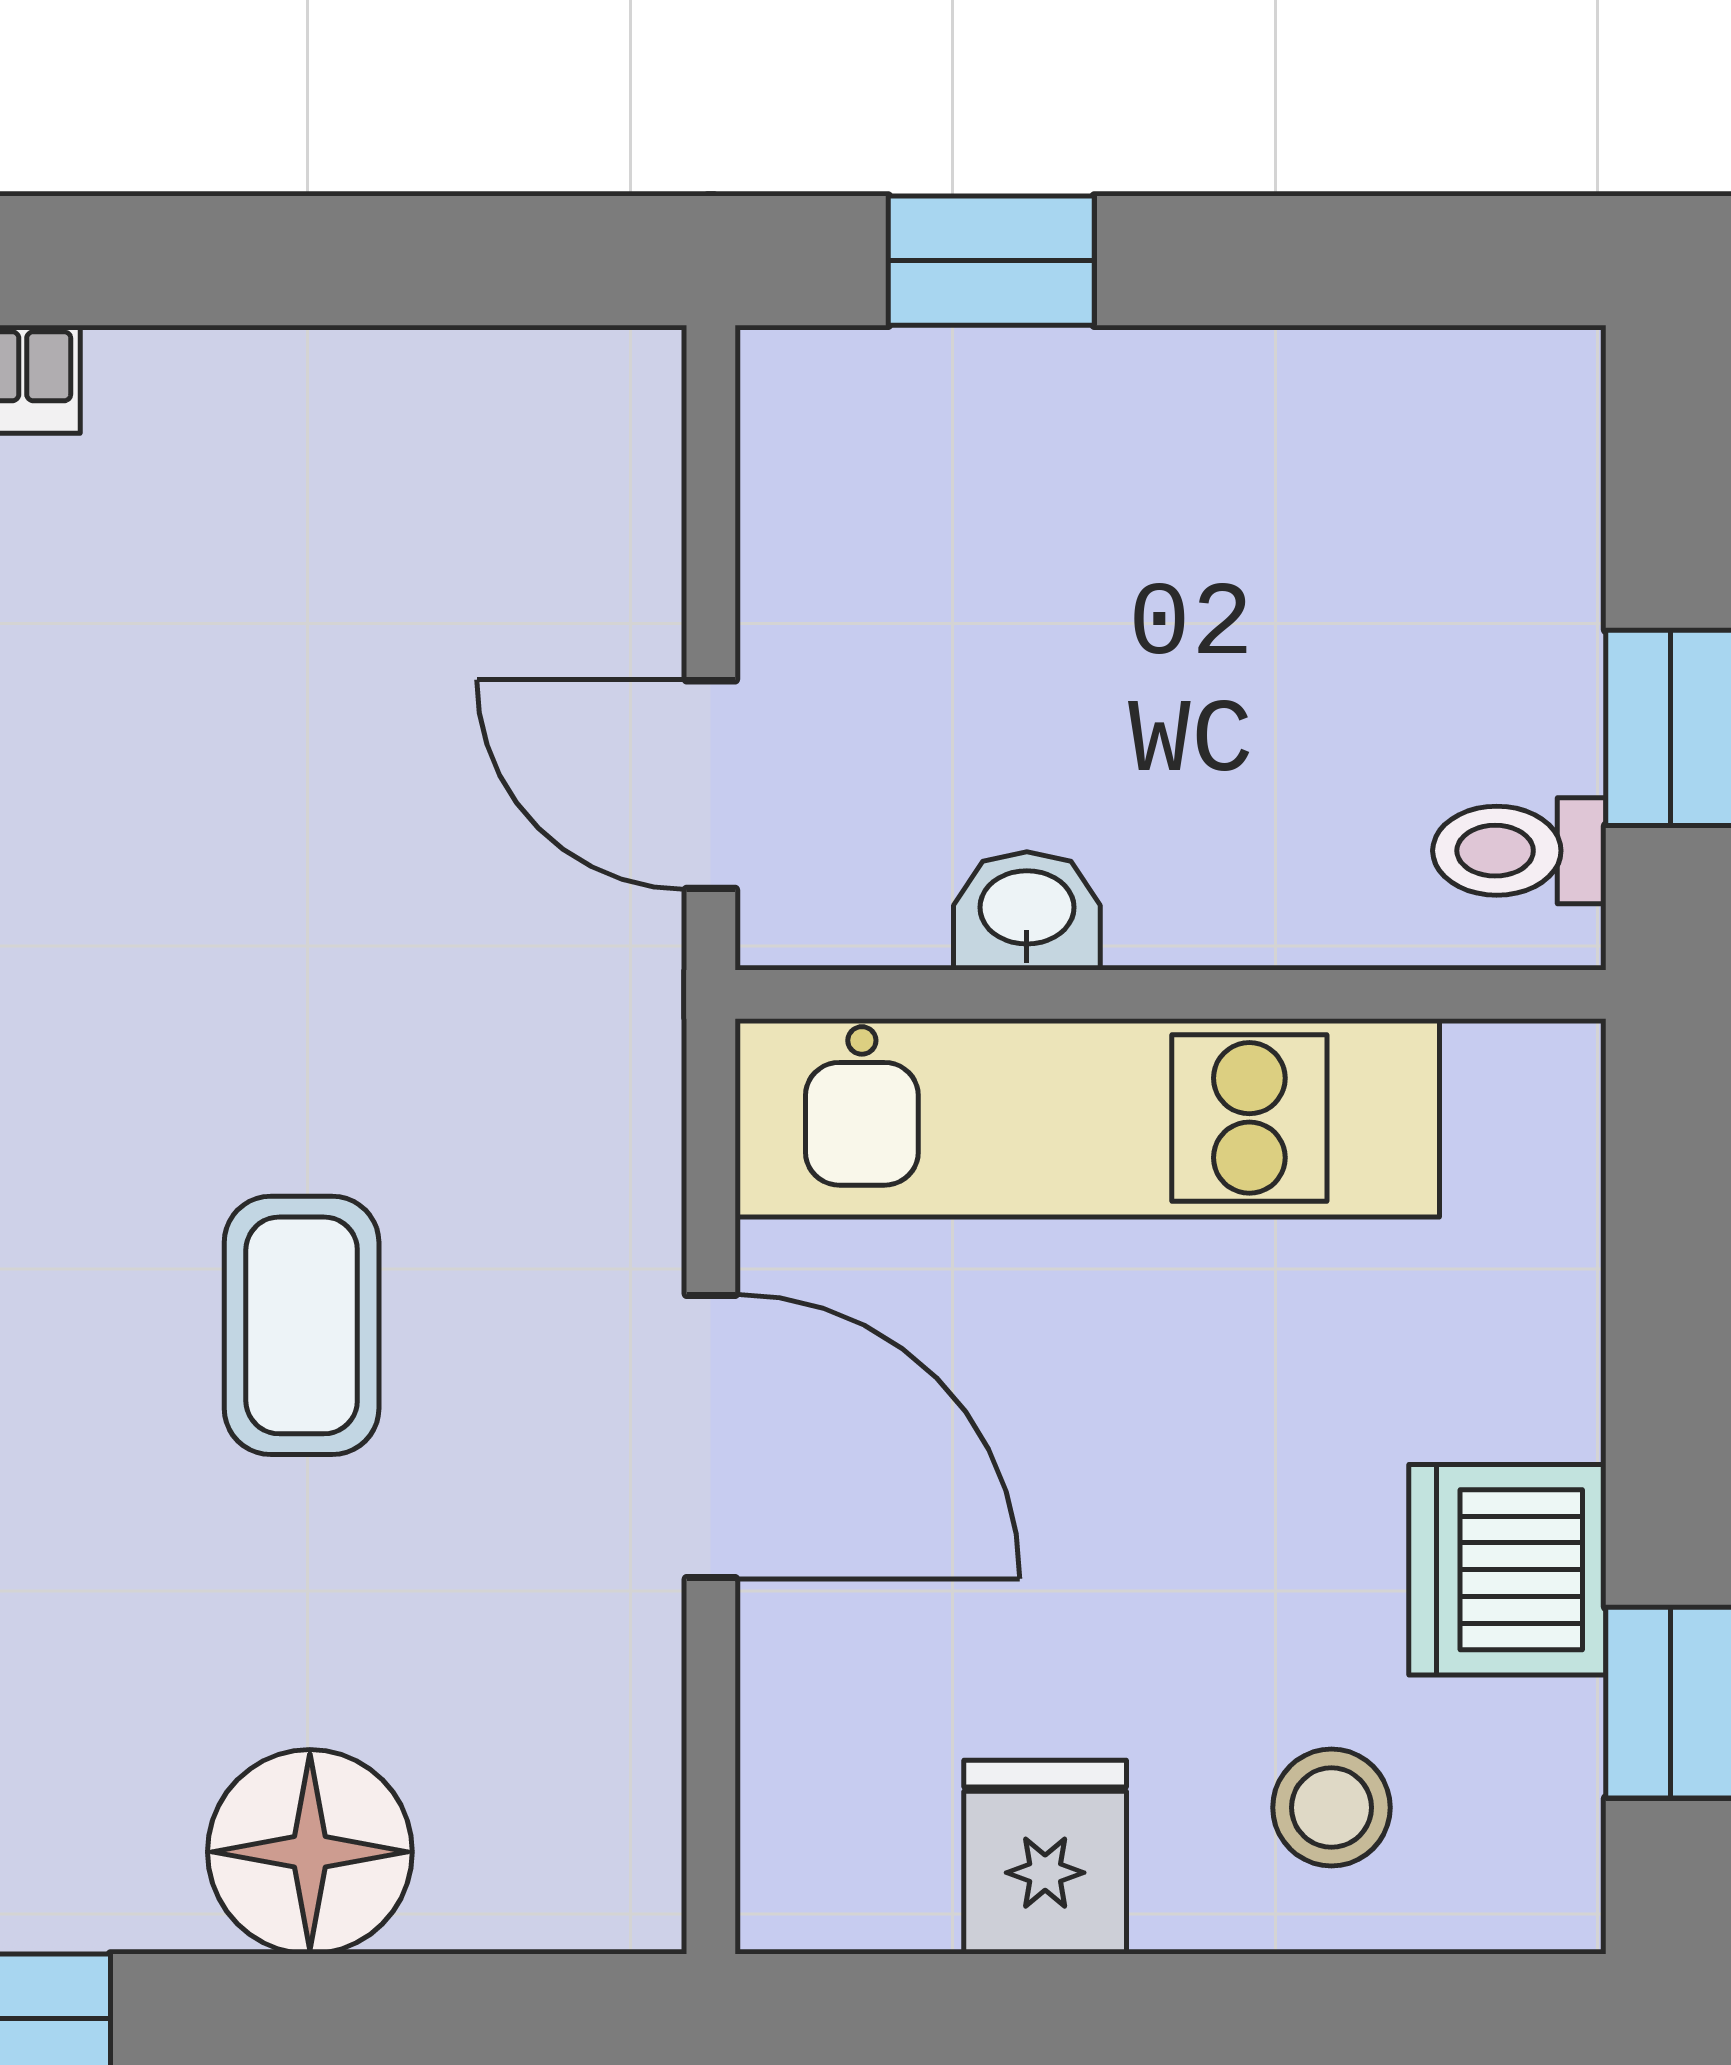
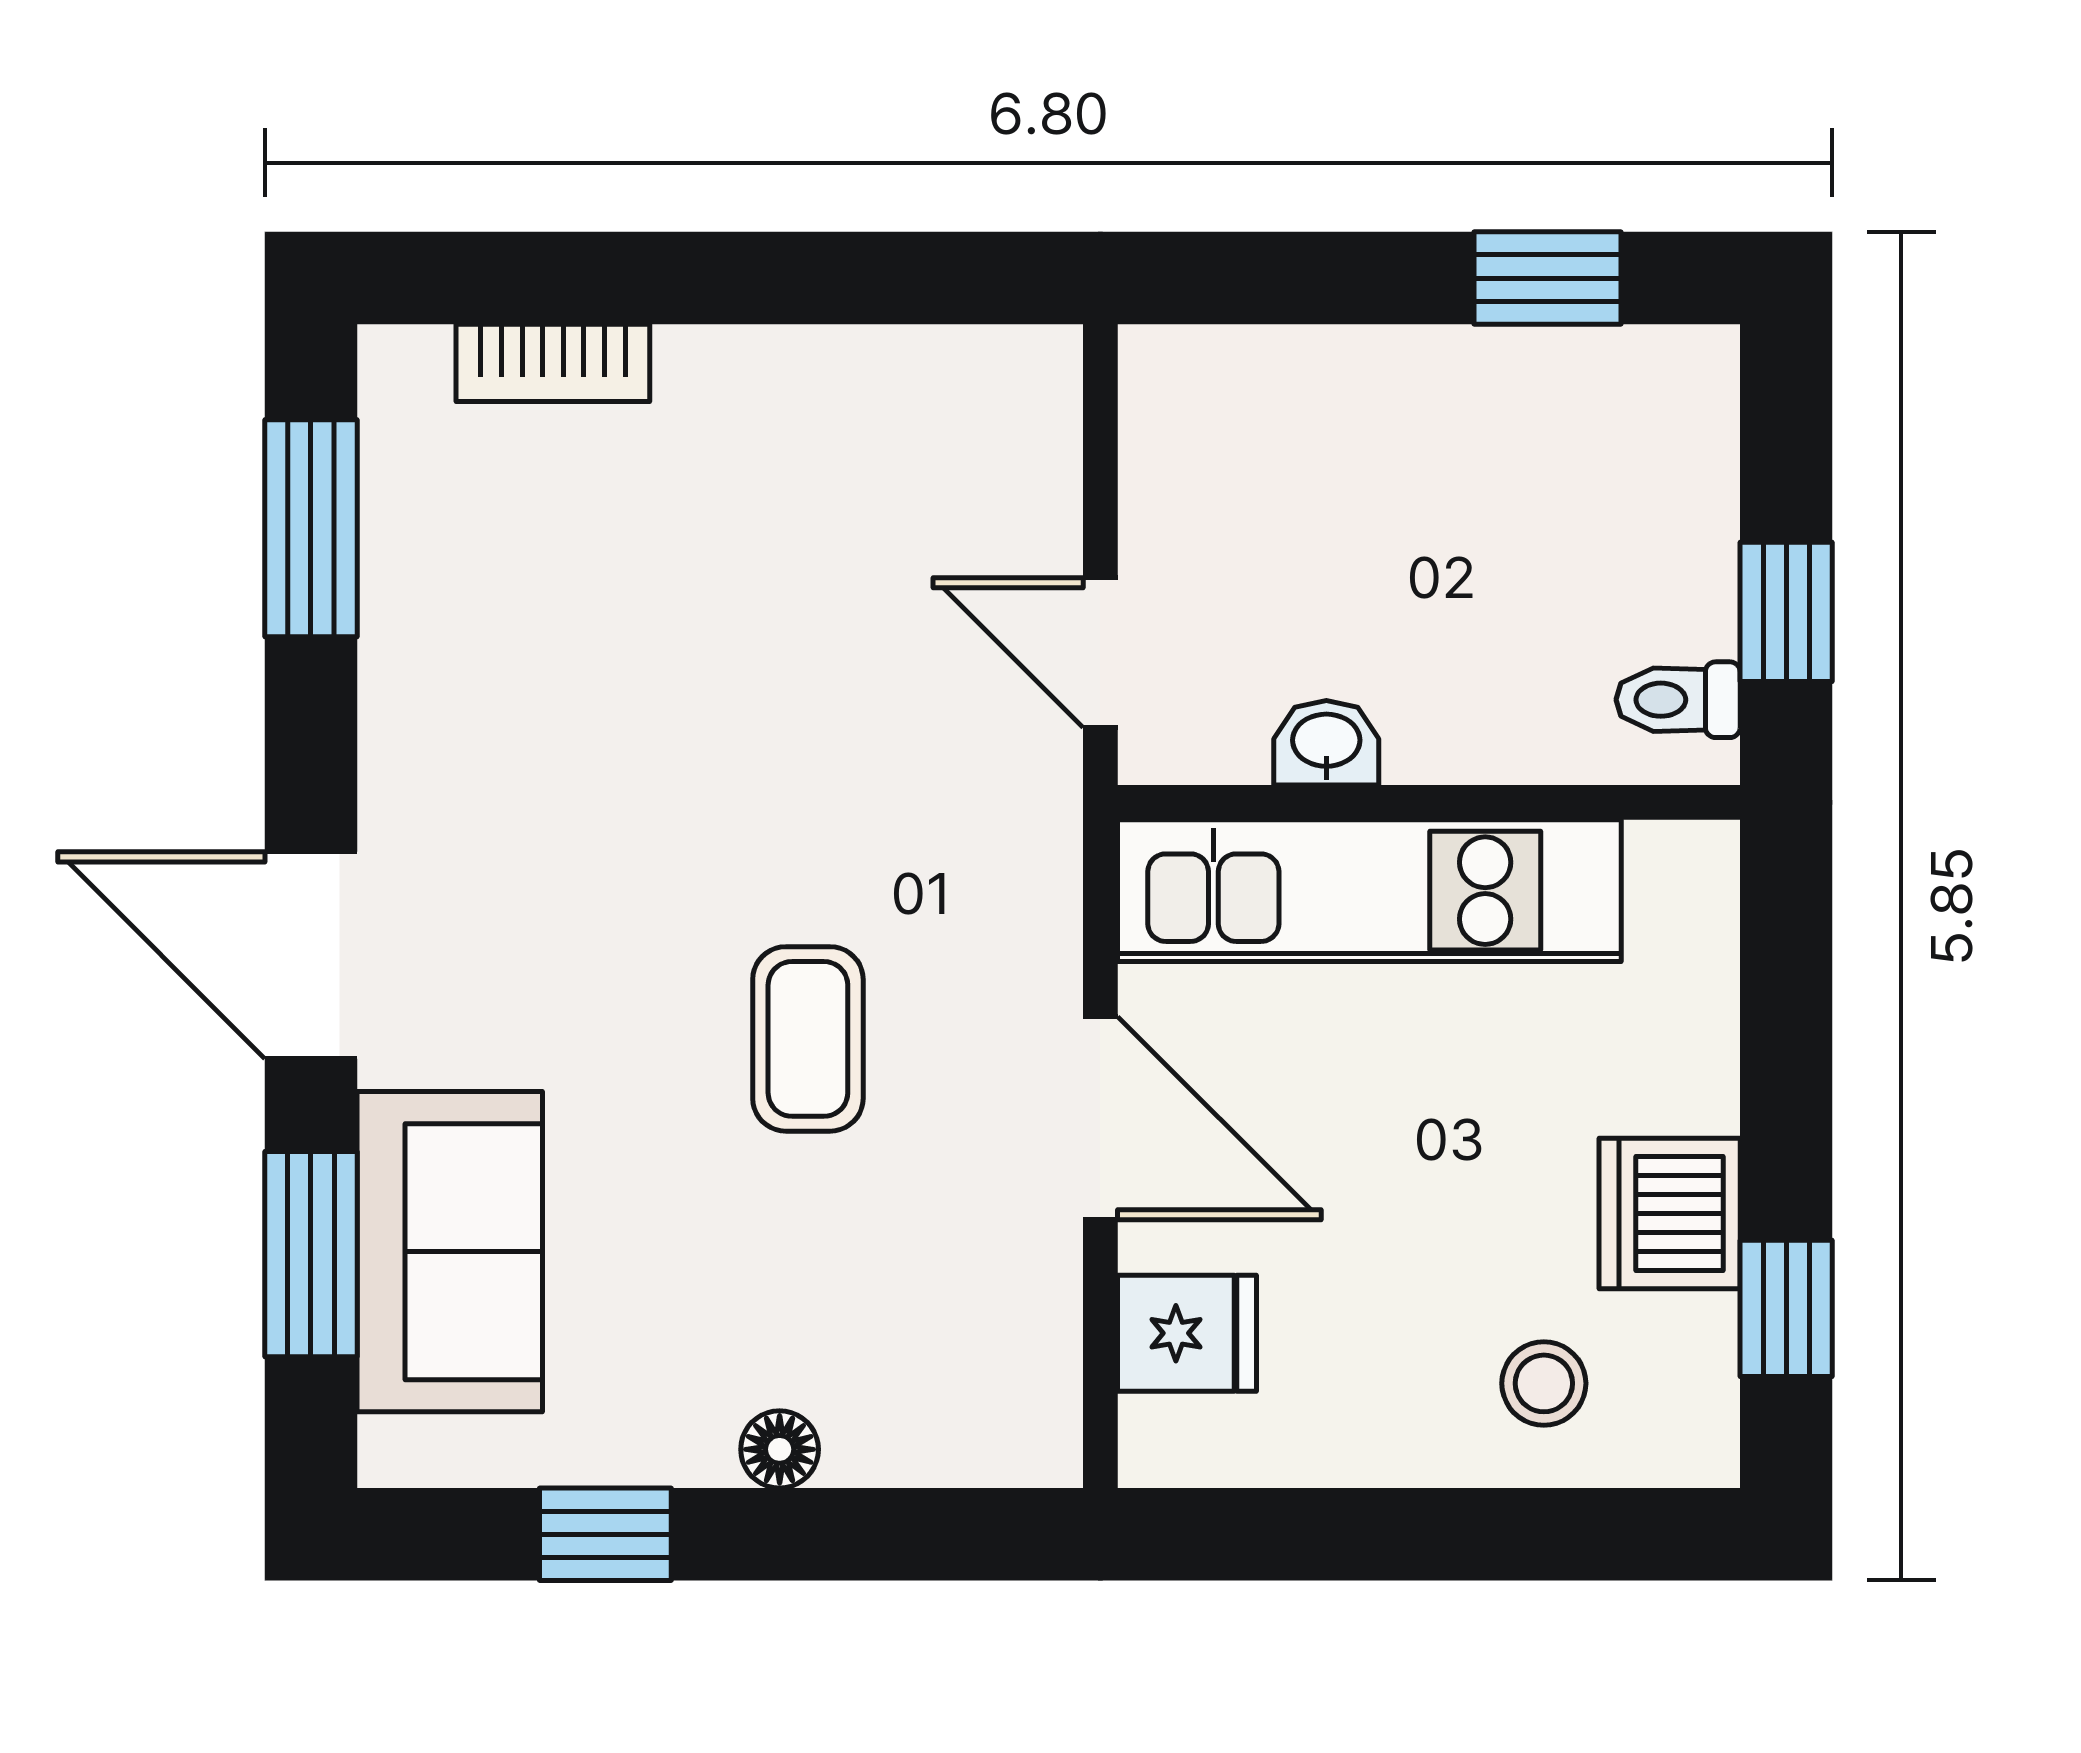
window: (991, 261) -> (1547, 278), moved
floor lamp: (310, 1852) -> (780, 1449), width x0.53, depth x0.53
fridge: (1045, 1857) -> (1187, 1333), moved, turned 90

